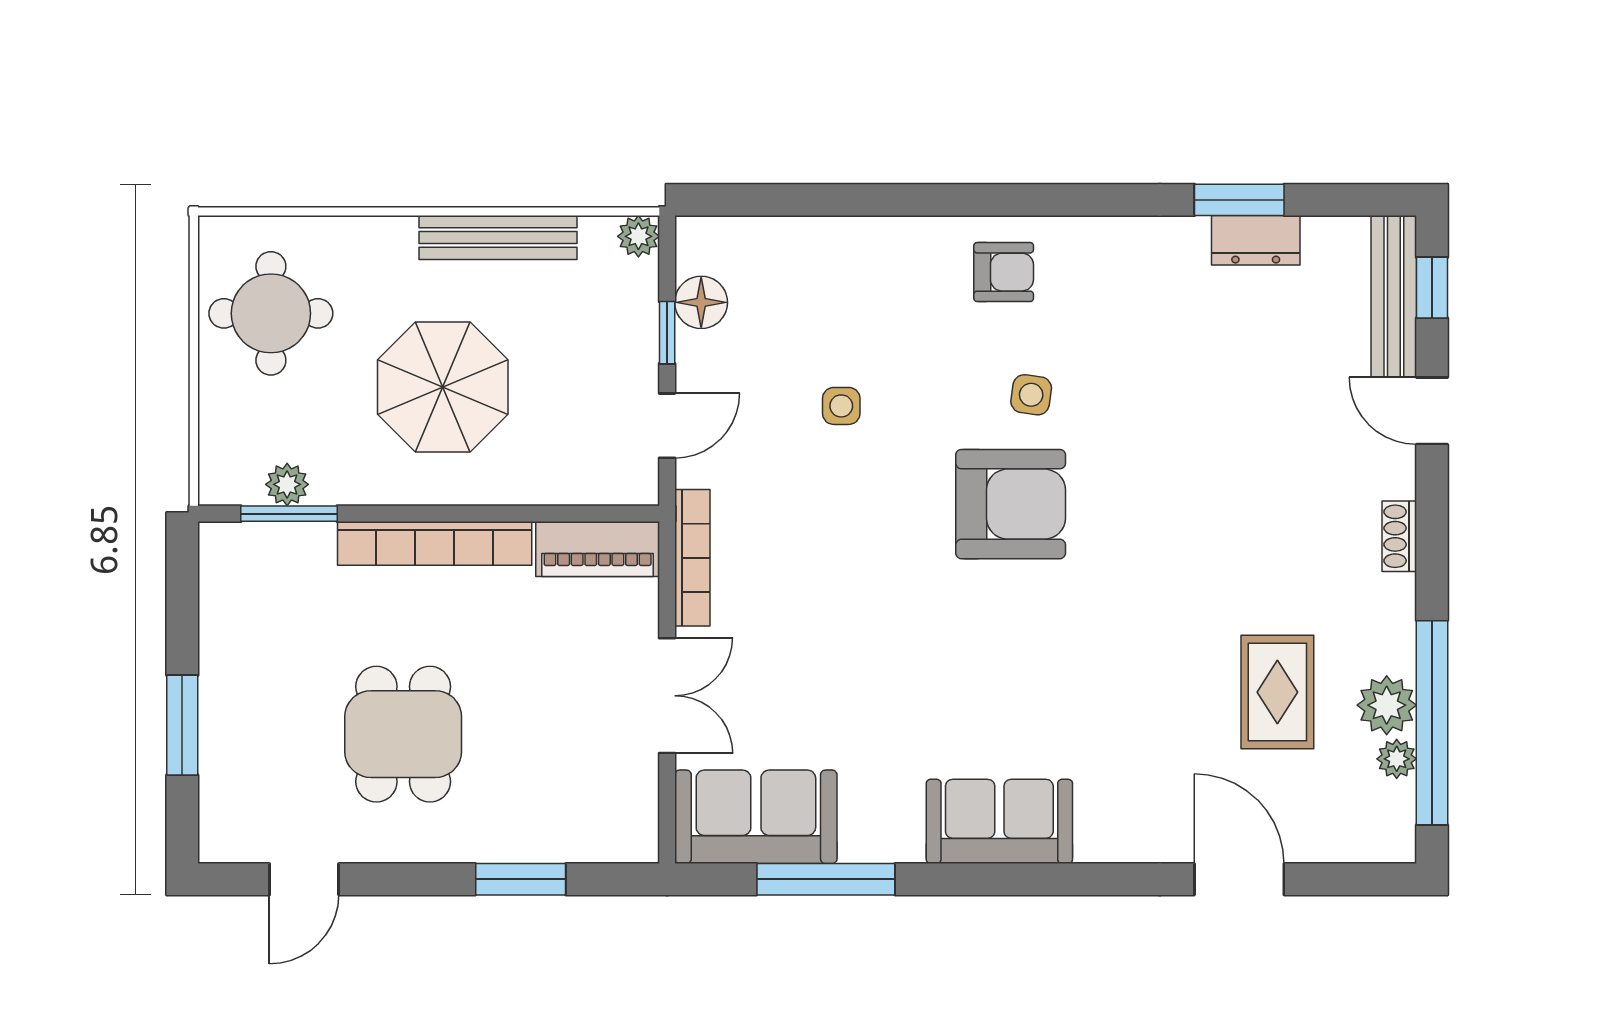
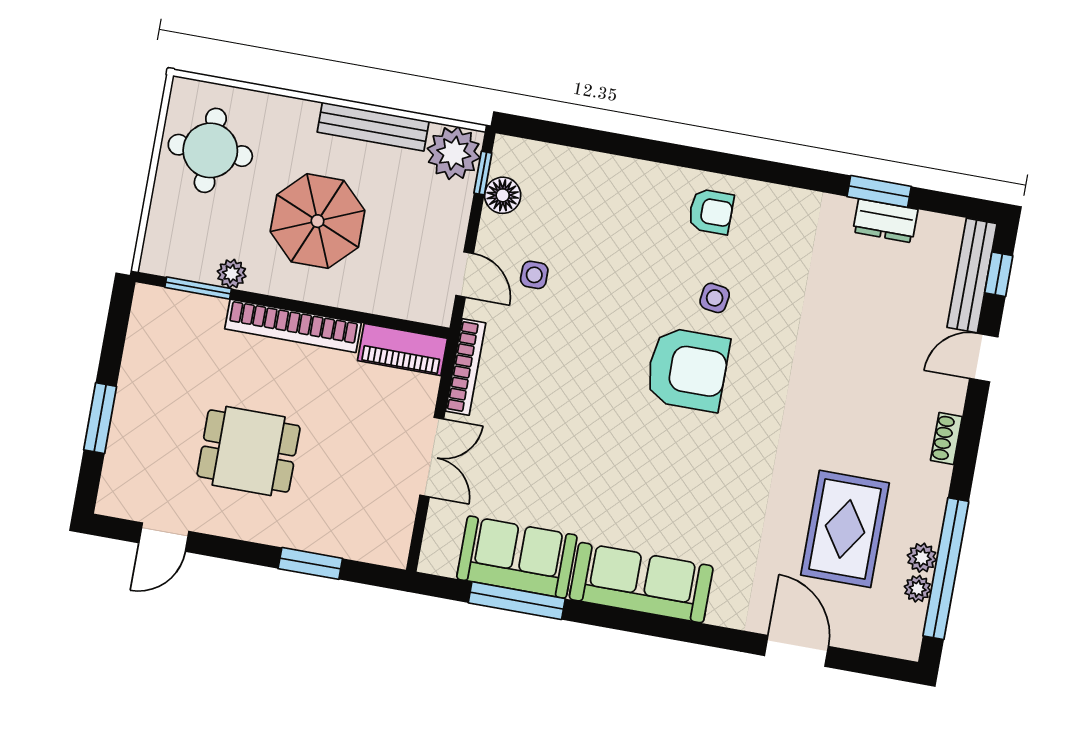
plant: (638, 236) -> (454, 153), width x1.87, depth x1.87
window: (667, 333) -> (483, 173), moved
side table: (841, 406) -> (534, 275), moved
door: (1432, 411) -> (984, 358), hinge flipped
door: (667, 426) -> (465, 275), hinge flipped
plant: (287, 484) -> (232, 274), moved
rug: (1277, 692) -> (845, 529), width x1.36, depth x1.43
plant: (1387, 705) -> (922, 558), width x0.73, depth x0.73
dining table: (403, 734) -> (249, 451), turned 90
sofa: (756, 817) -> (517, 557), moved
sofa: (999, 821) -> (641, 583), width x1.36

